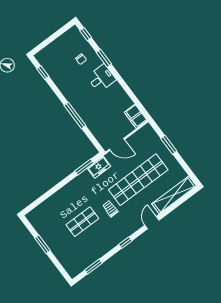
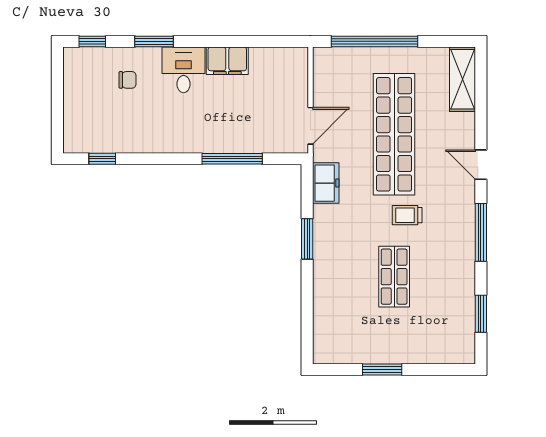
window: (75, 115) -> (232, 159), moved
filing cabinet: (136, 116) -> (227, 61), moved
window: (169, 145) -> (374, 41), width x2.11
window: (84, 167) -> (307, 239), moved
shelving: (174, 195) -> (463, 79), width x0.68
window: (125, 243) -> (481, 232), width x2.17

